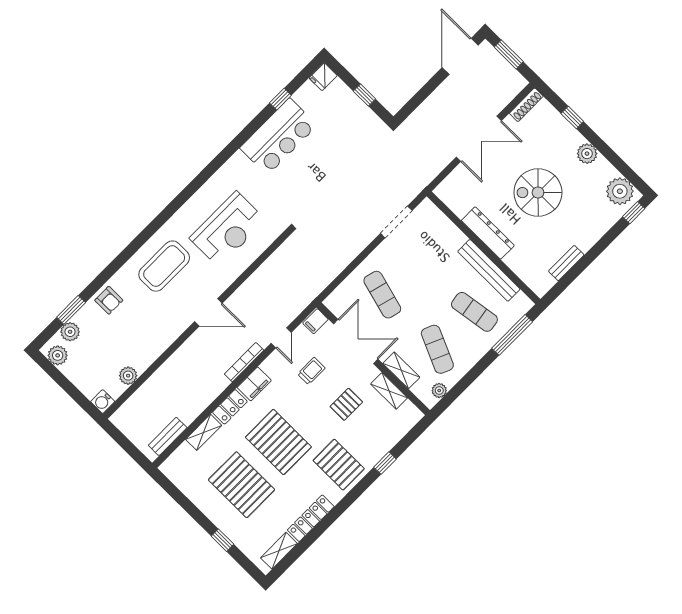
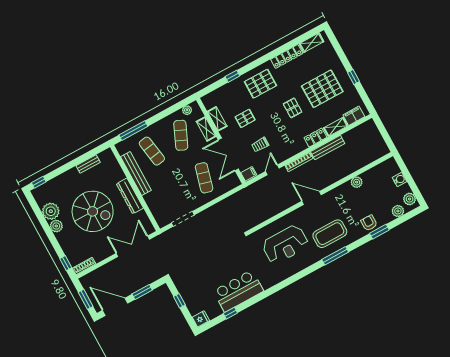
door: (460, 56) -> (115, 307), swing flipped
window: (425, 91) -> (142, 292), added
window: (572, 118) -> (66, 263), moved
double door: (479, 139) -> (133, 246), moved
plant: (620, 191) -> (51, 211), moved
spiral stairs: (538, 192) -> (93, 211), width x1.37, depth x1.37
reception desk: (228, 229) -> (285, 244), turned 180
window: (146, 235) -> (335, 256), added
window: (71, 310) -> (379, 232), moved
plant: (128, 376) -> (357, 182), moved
filing cabinet: (254, 384) -> (354, 116), moved
water cooler: (103, 402) -> (400, 179), moved
bench: (168, 436) -> (328, 148), moved, width x1.36
pallet: (278, 442) -> (293, 108), width x0.49, depth x0.50
pallet: (339, 465) -> (260, 84), turned 90
pallet: (242, 485) -> (322, 89), turned 90
window: (223, 540) -> (353, 77), moved

